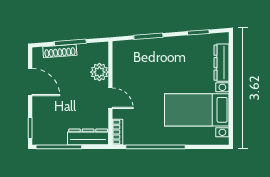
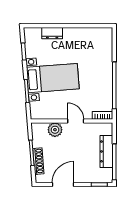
dresser: (221, 63) -> (52, 33), width x0.70
door: (110, 98) -> (76, 121), hinge flipped
bed with nightstands: (197, 110) -> (53, 78), moved, turned -94
dresser: (88, 137) -> (106, 151), moved

